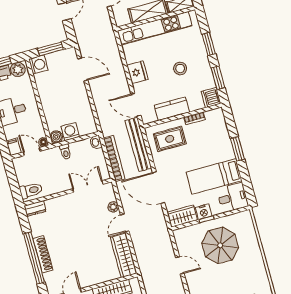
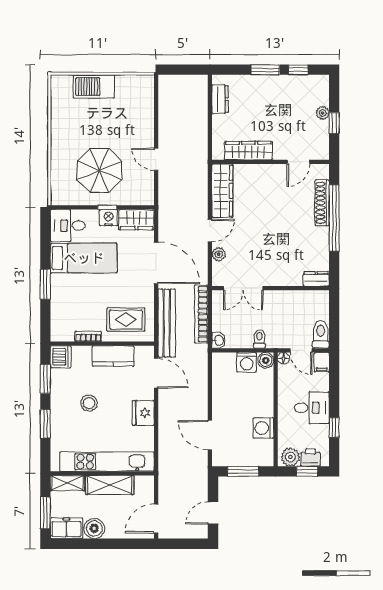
washing machine: (38, 65) -> (263, 428), moved
toilet: (31, 190) -> (321, 335), moved, turned 90
shoe rack: (43, 254) -> (322, 203), moved

